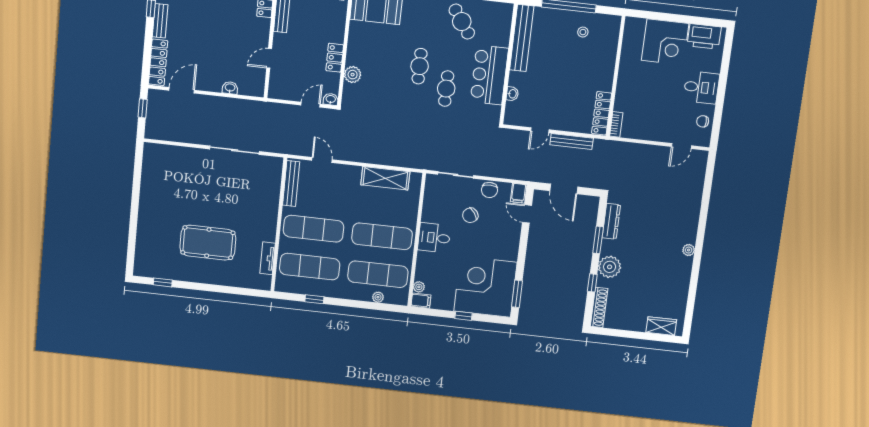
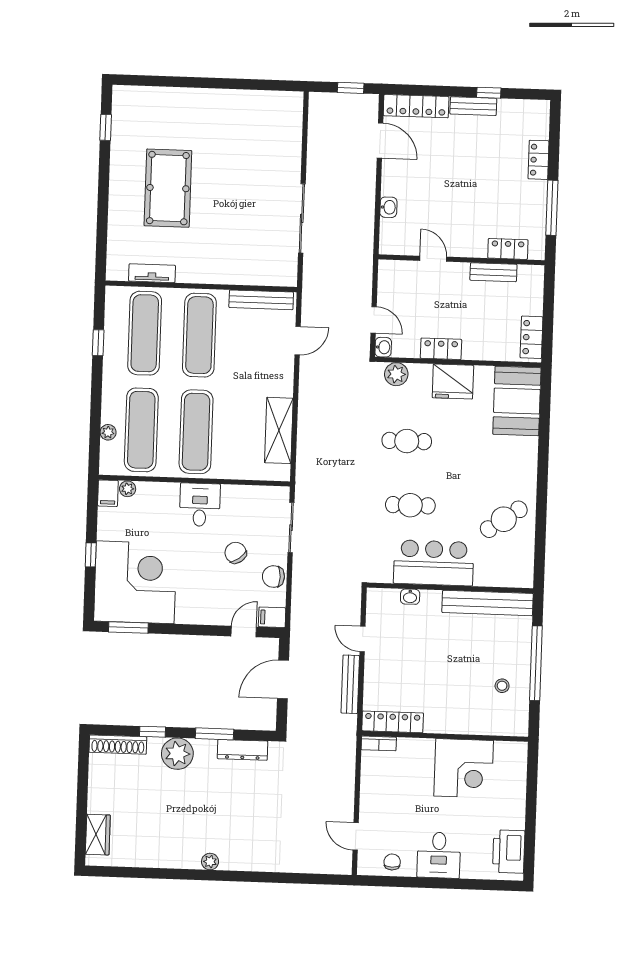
corner desk: (665, 42) -> (464, 768), moved, turned -90
fridge: (359, 51) -> (453, 382), added
cafe table: (420, 66) -> (407, 441), moved
plant: (353, 75) -> (396, 374), moved

